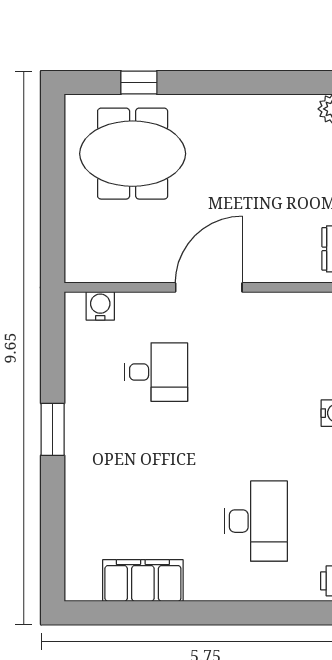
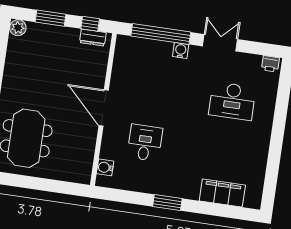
desk: (256, 521) -> (232, 101), turned 180
filing cabinet: (143, 581) -> (222, 193), moved, turned 90

